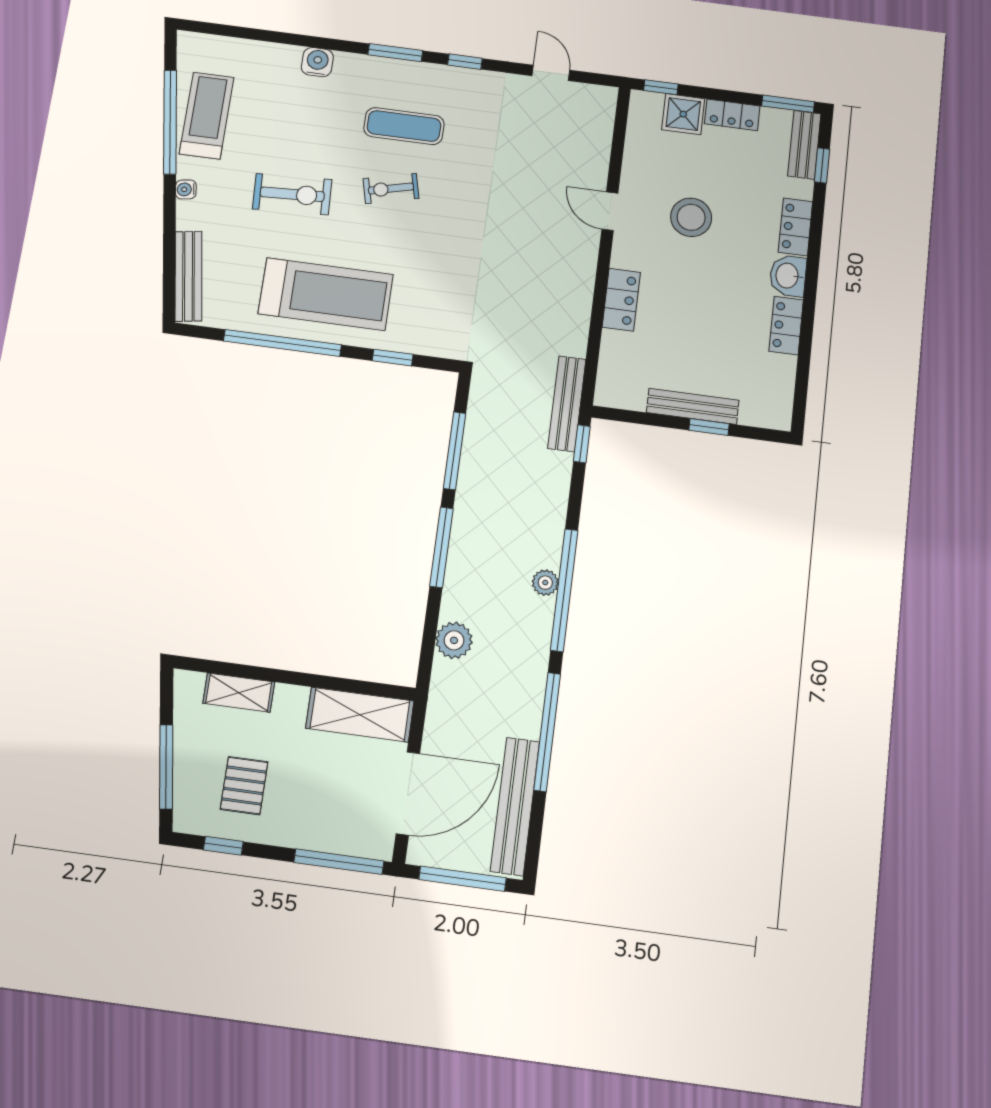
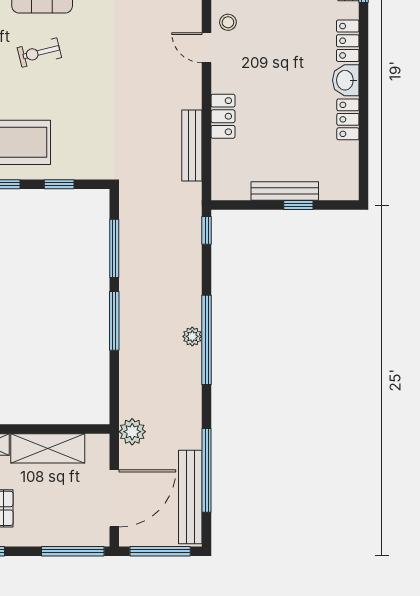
stool: (691, 217) -> (228, 22), moved, width x0.53, depth x0.53
bench: (567, 404) -> (192, 146), moved
plant: (454, 640) -> (132, 432), moved
shelving: (360, 715) -> (48, 448), moved
window: (547, 732) -> (207, 470), moved

